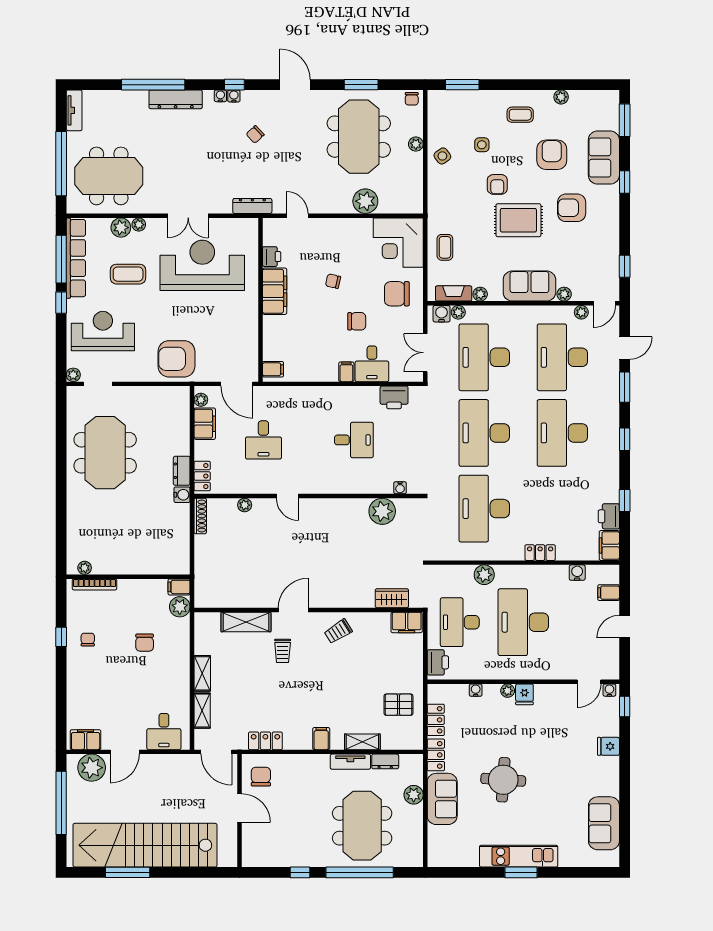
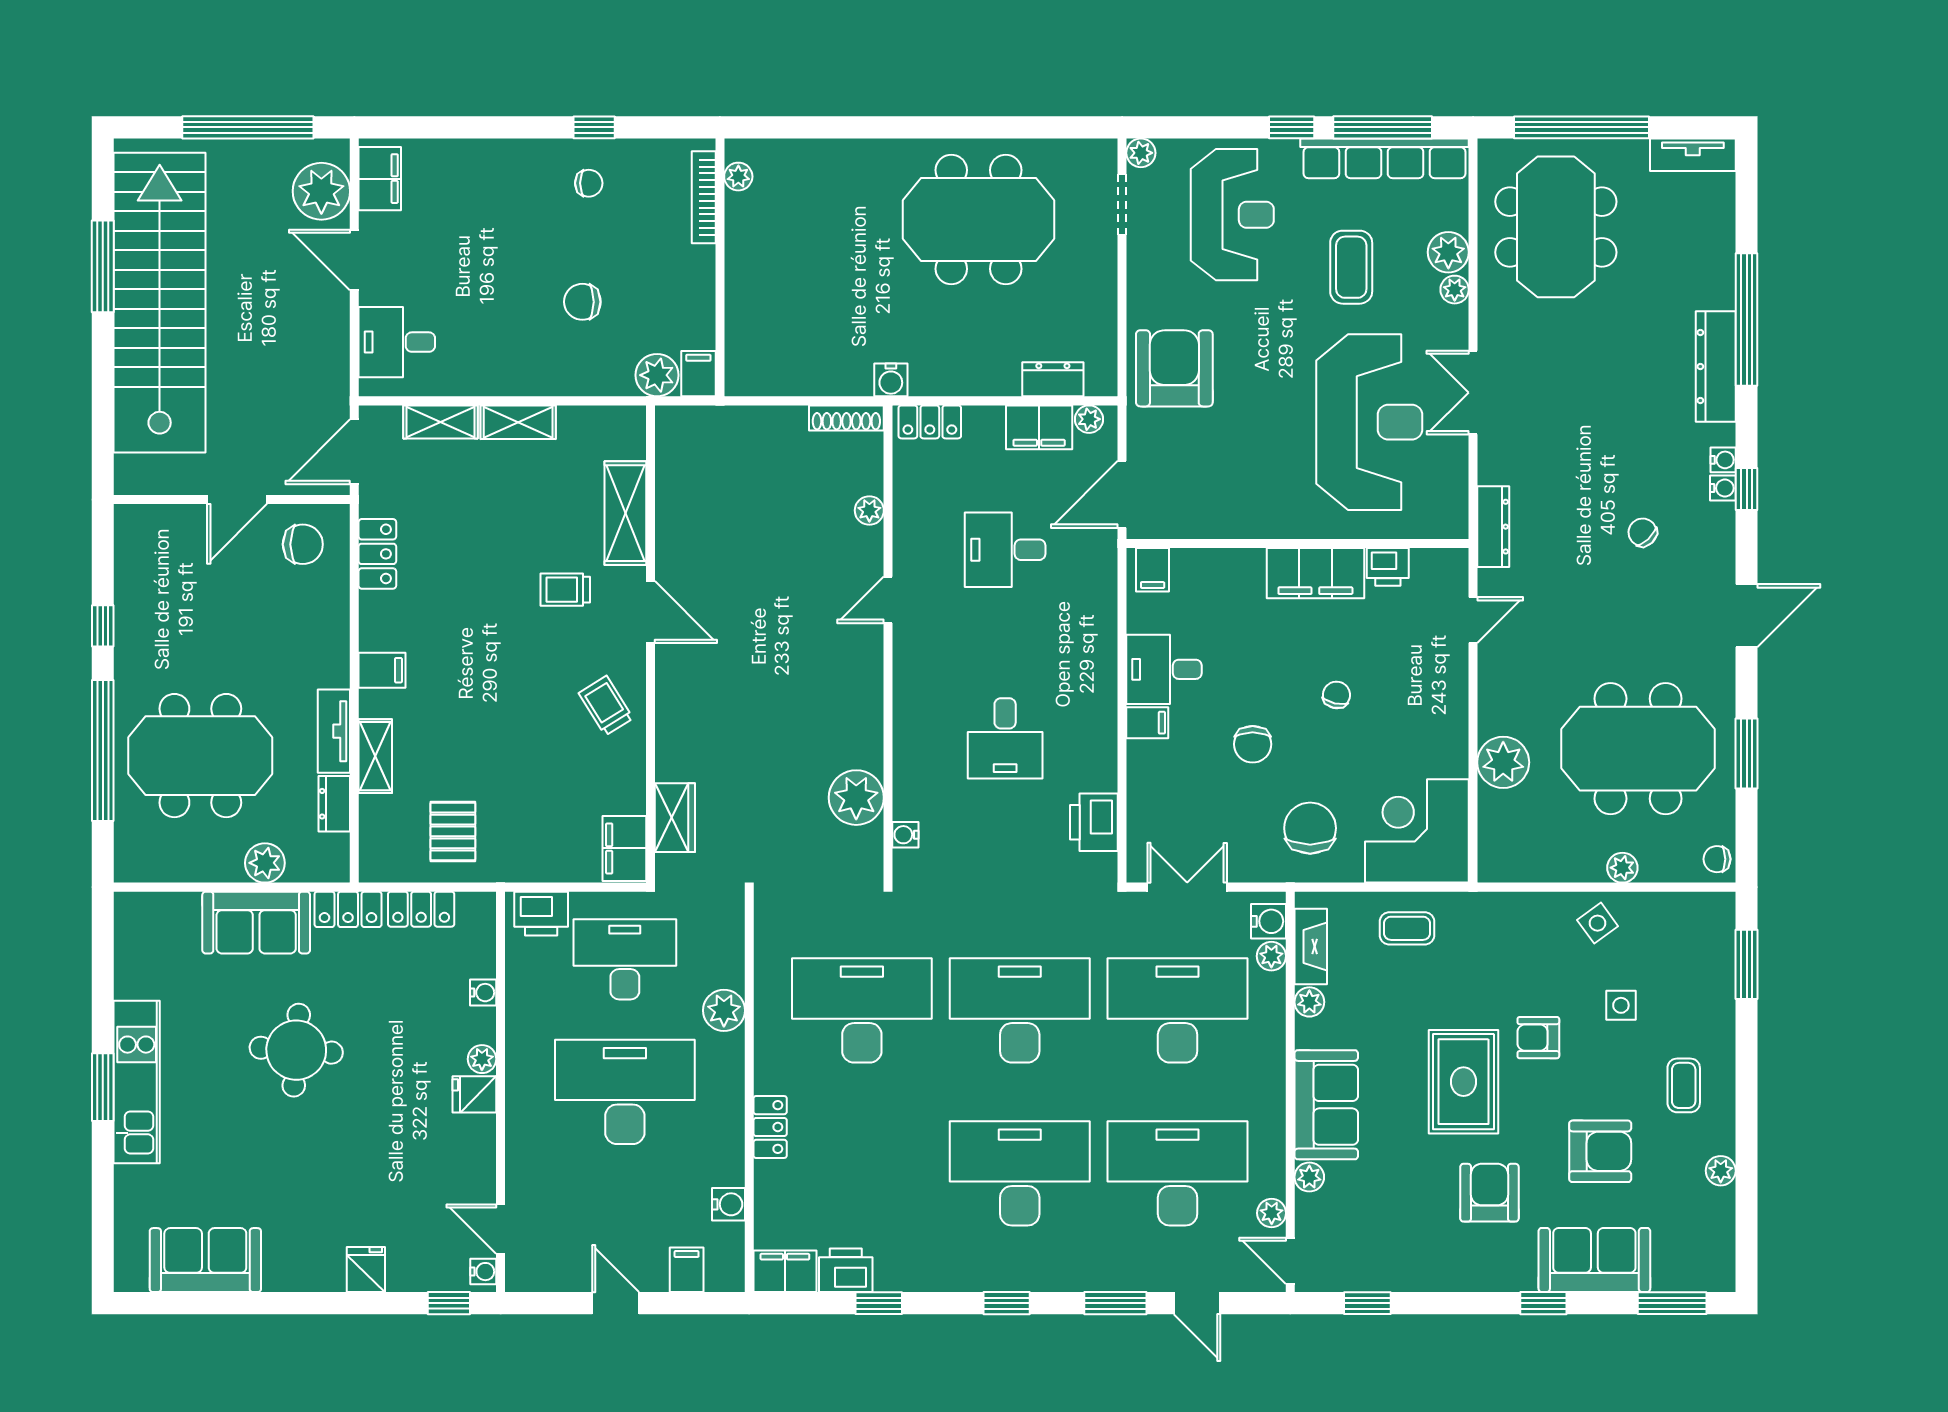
desk: (372, 364) -> (1164, 669), moved
dresser: (182, 471) -> (1053, 379), moved

